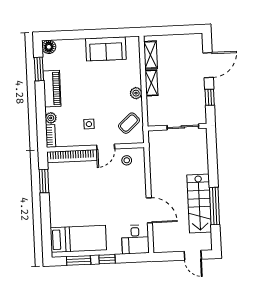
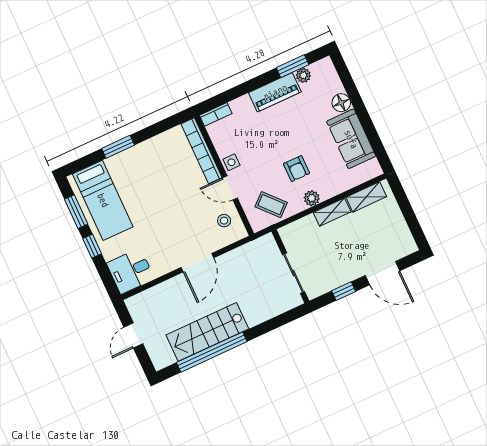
floor lamp: (49, 47) -> (341, 103), moved
armchair: (111, 95) -> (297, 169), added
plant: (51, 118) -> (303, 75), moved
side table: (89, 124) -> (231, 162), moved
window: (44, 181) -> (118, 147), moved
window: (215, 206) -> (212, 352), width x1.46
door: (149, 210) -> (197, 263), moved
door: (193, 255) -> (133, 335), moved

